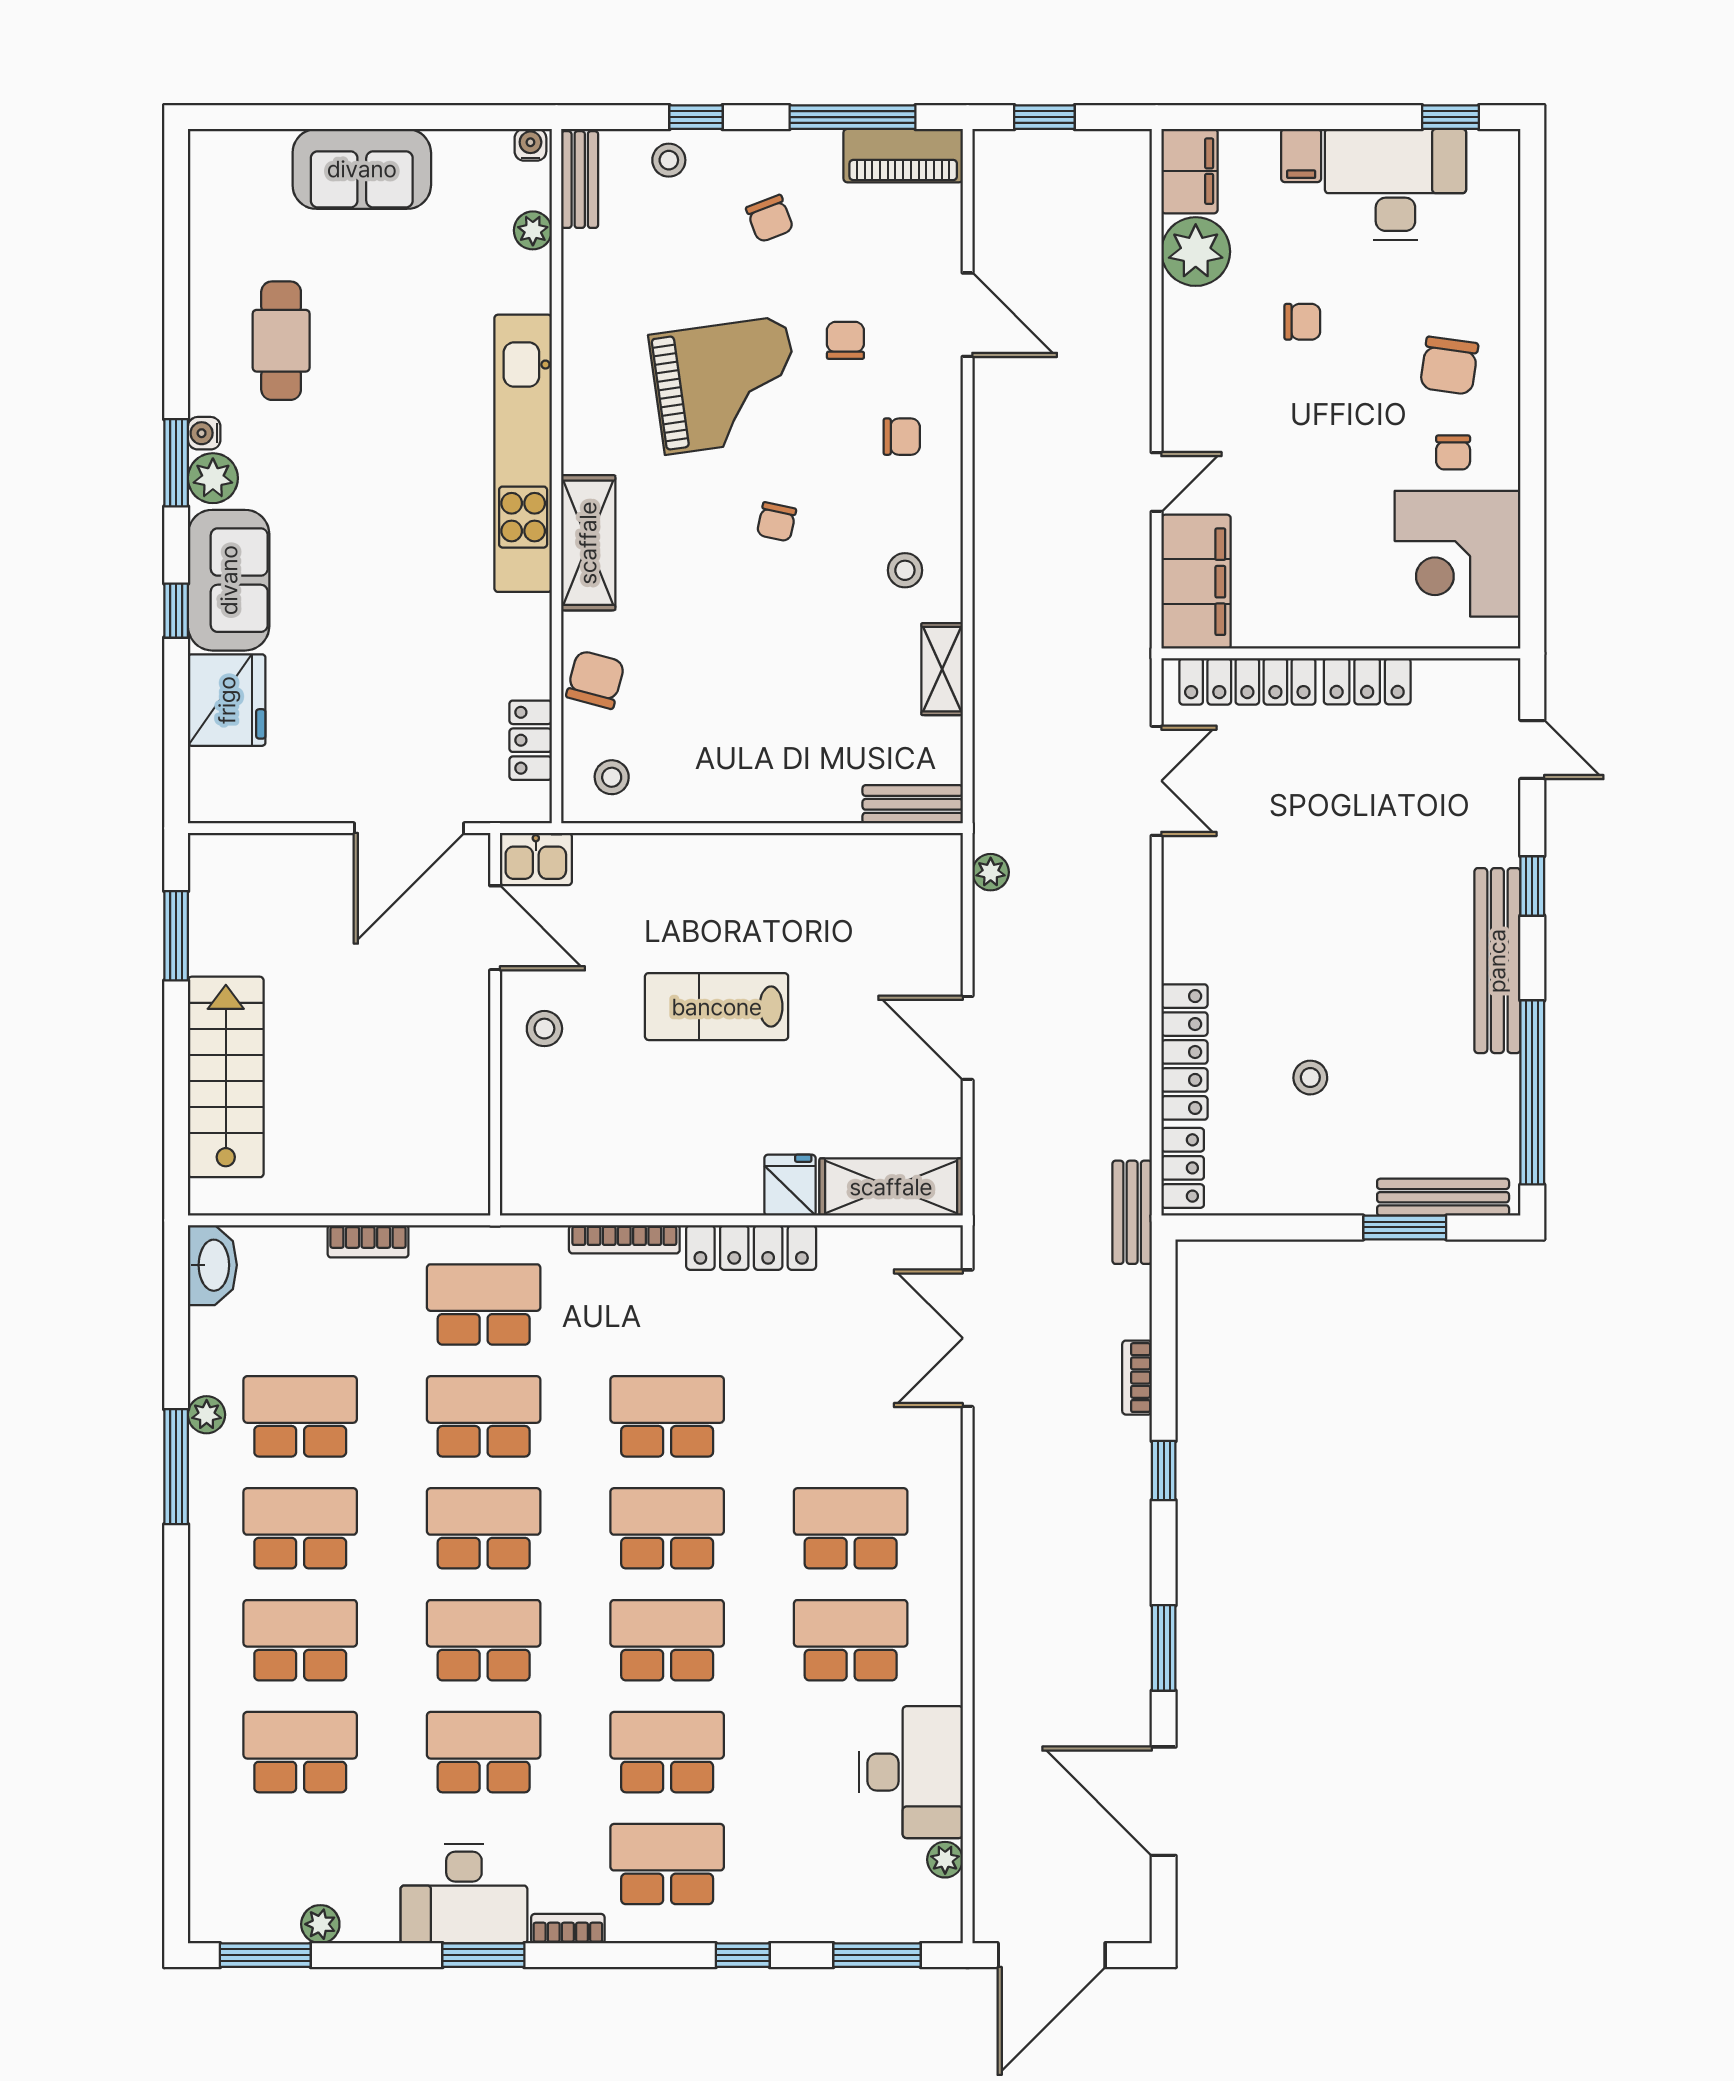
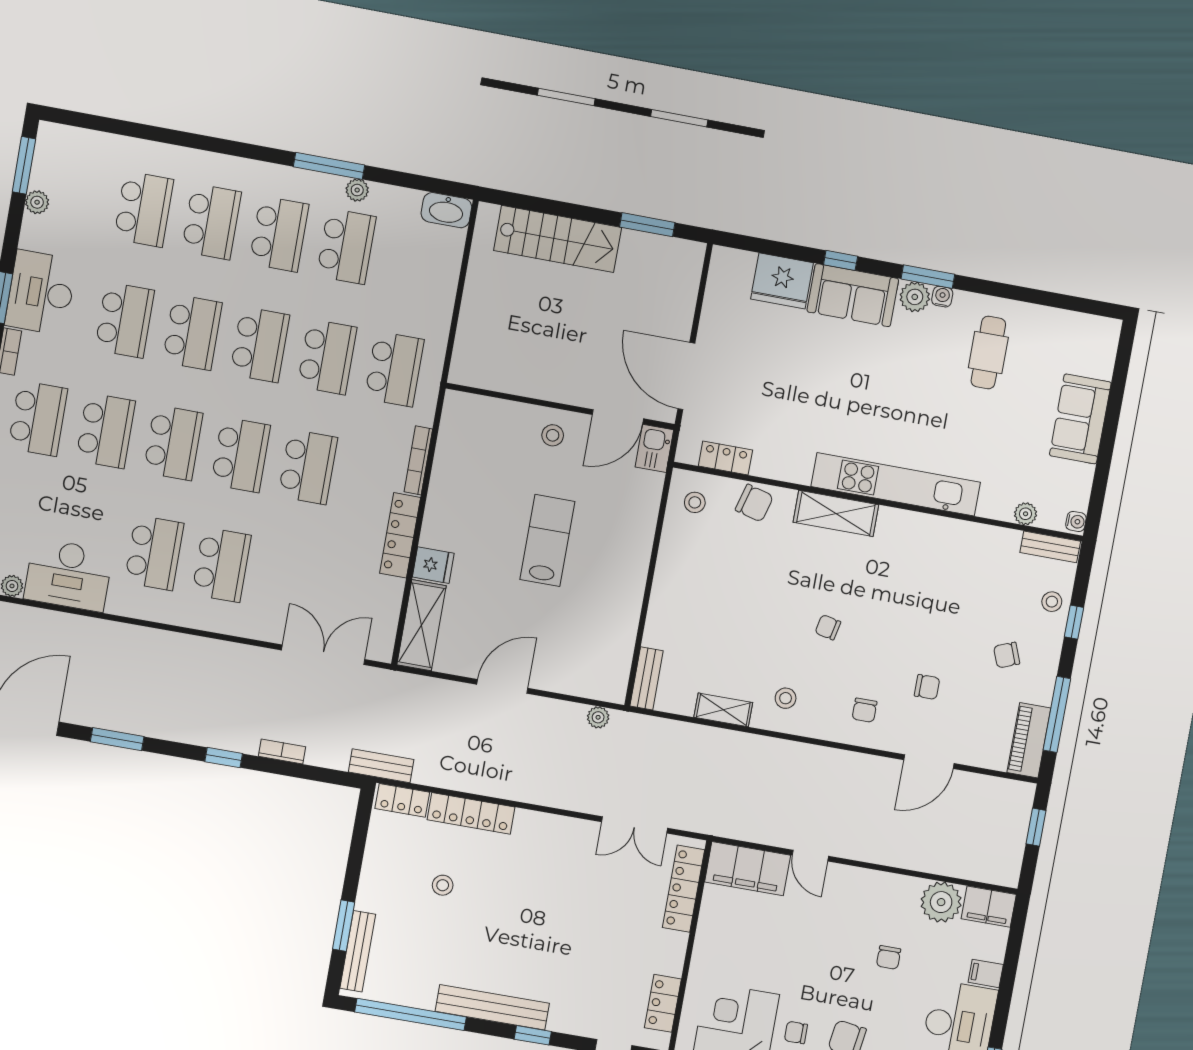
cafe table: (281, 341) -> (988, 353), turned 90
grand piano: (726, 385) -> (914, 612), removed
locker: (1367, 681) -> (663, 1003), moved
bookcase: (368, 1241) -> (444, 306), removed

